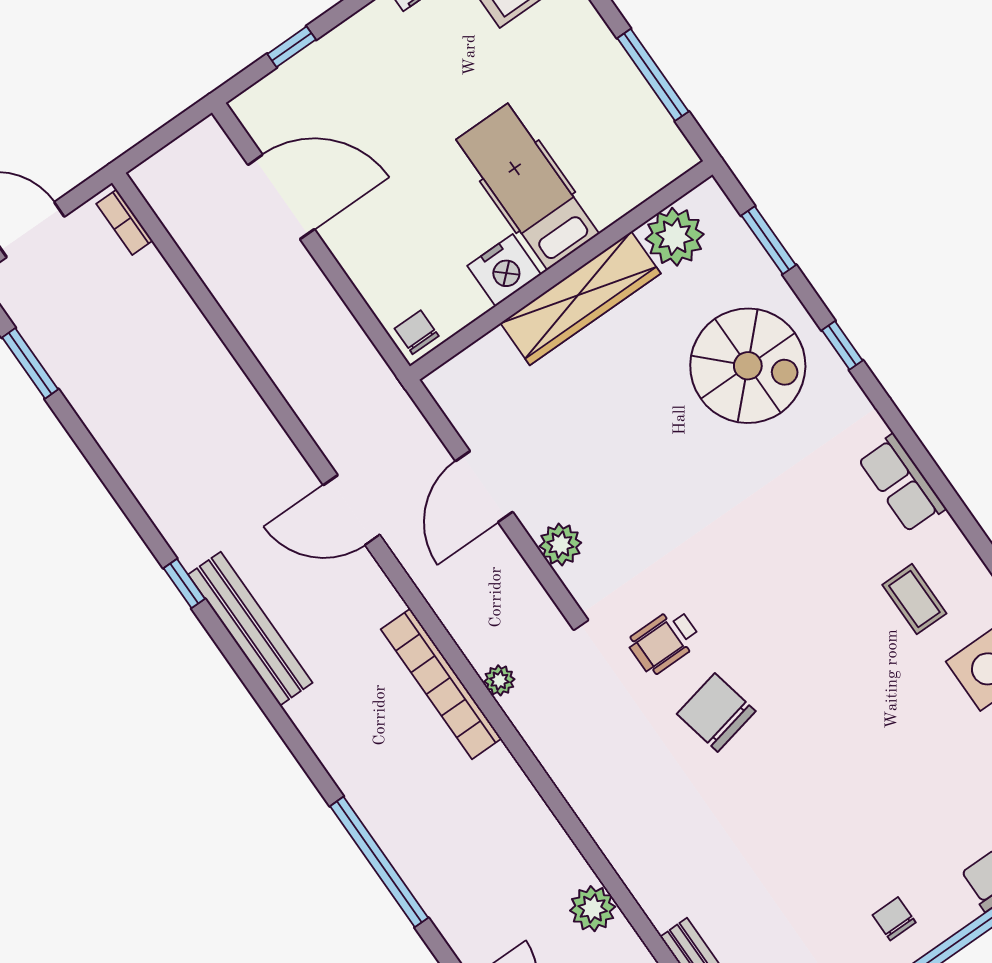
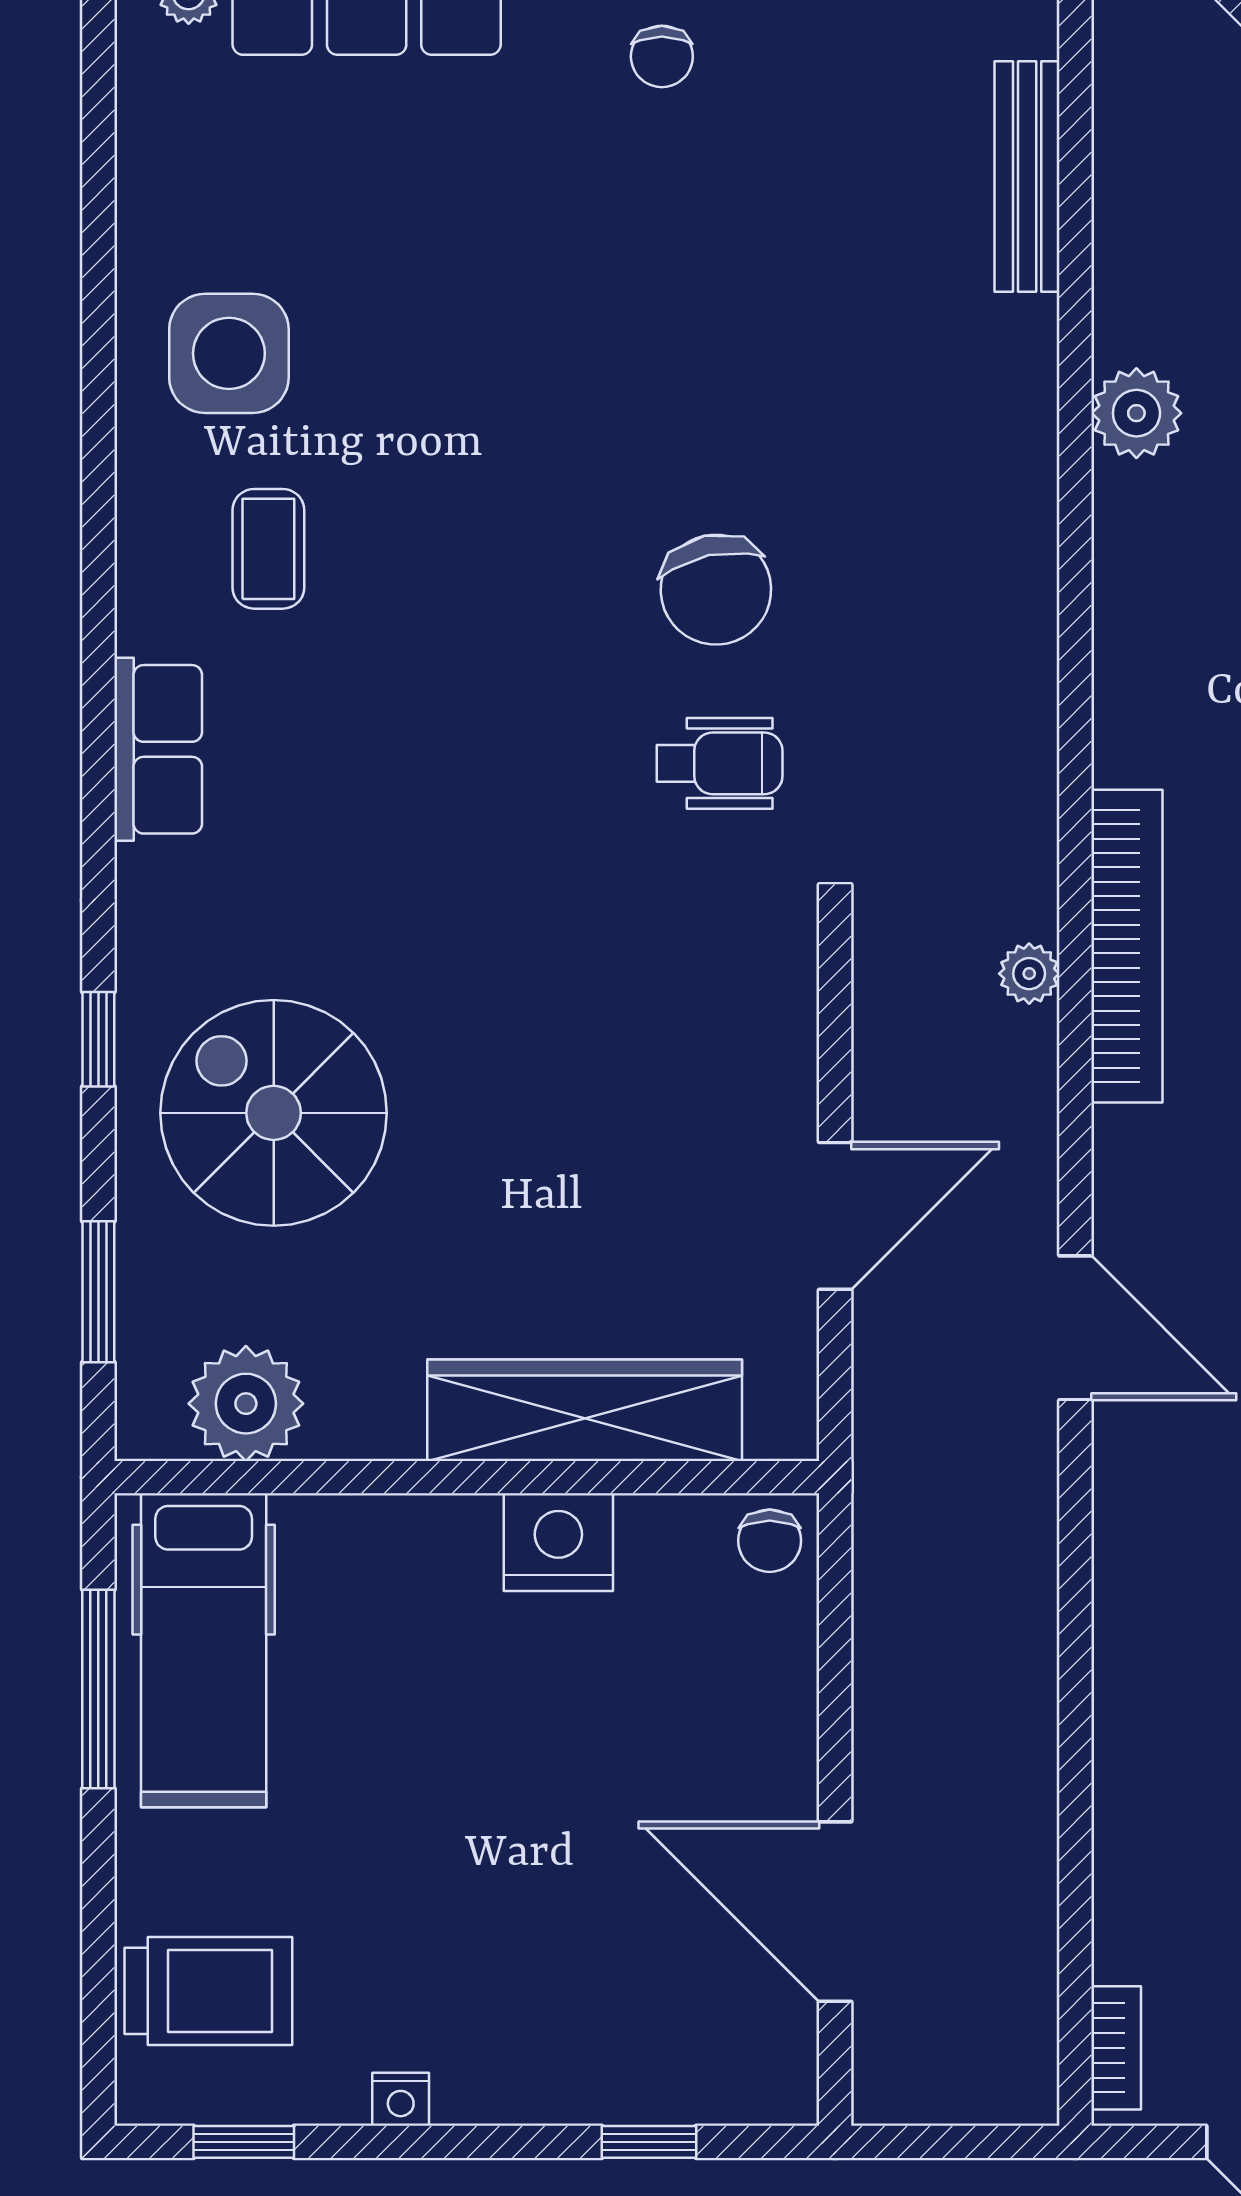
hospital bed: (528, 187) -> (204, 1650), moved
wardrobe: (581, 298) -> (585, 1410), moved
plant: (560, 545) -> (777, 1036), removed
plant: (499, 680) -> (1029, 974), moved

